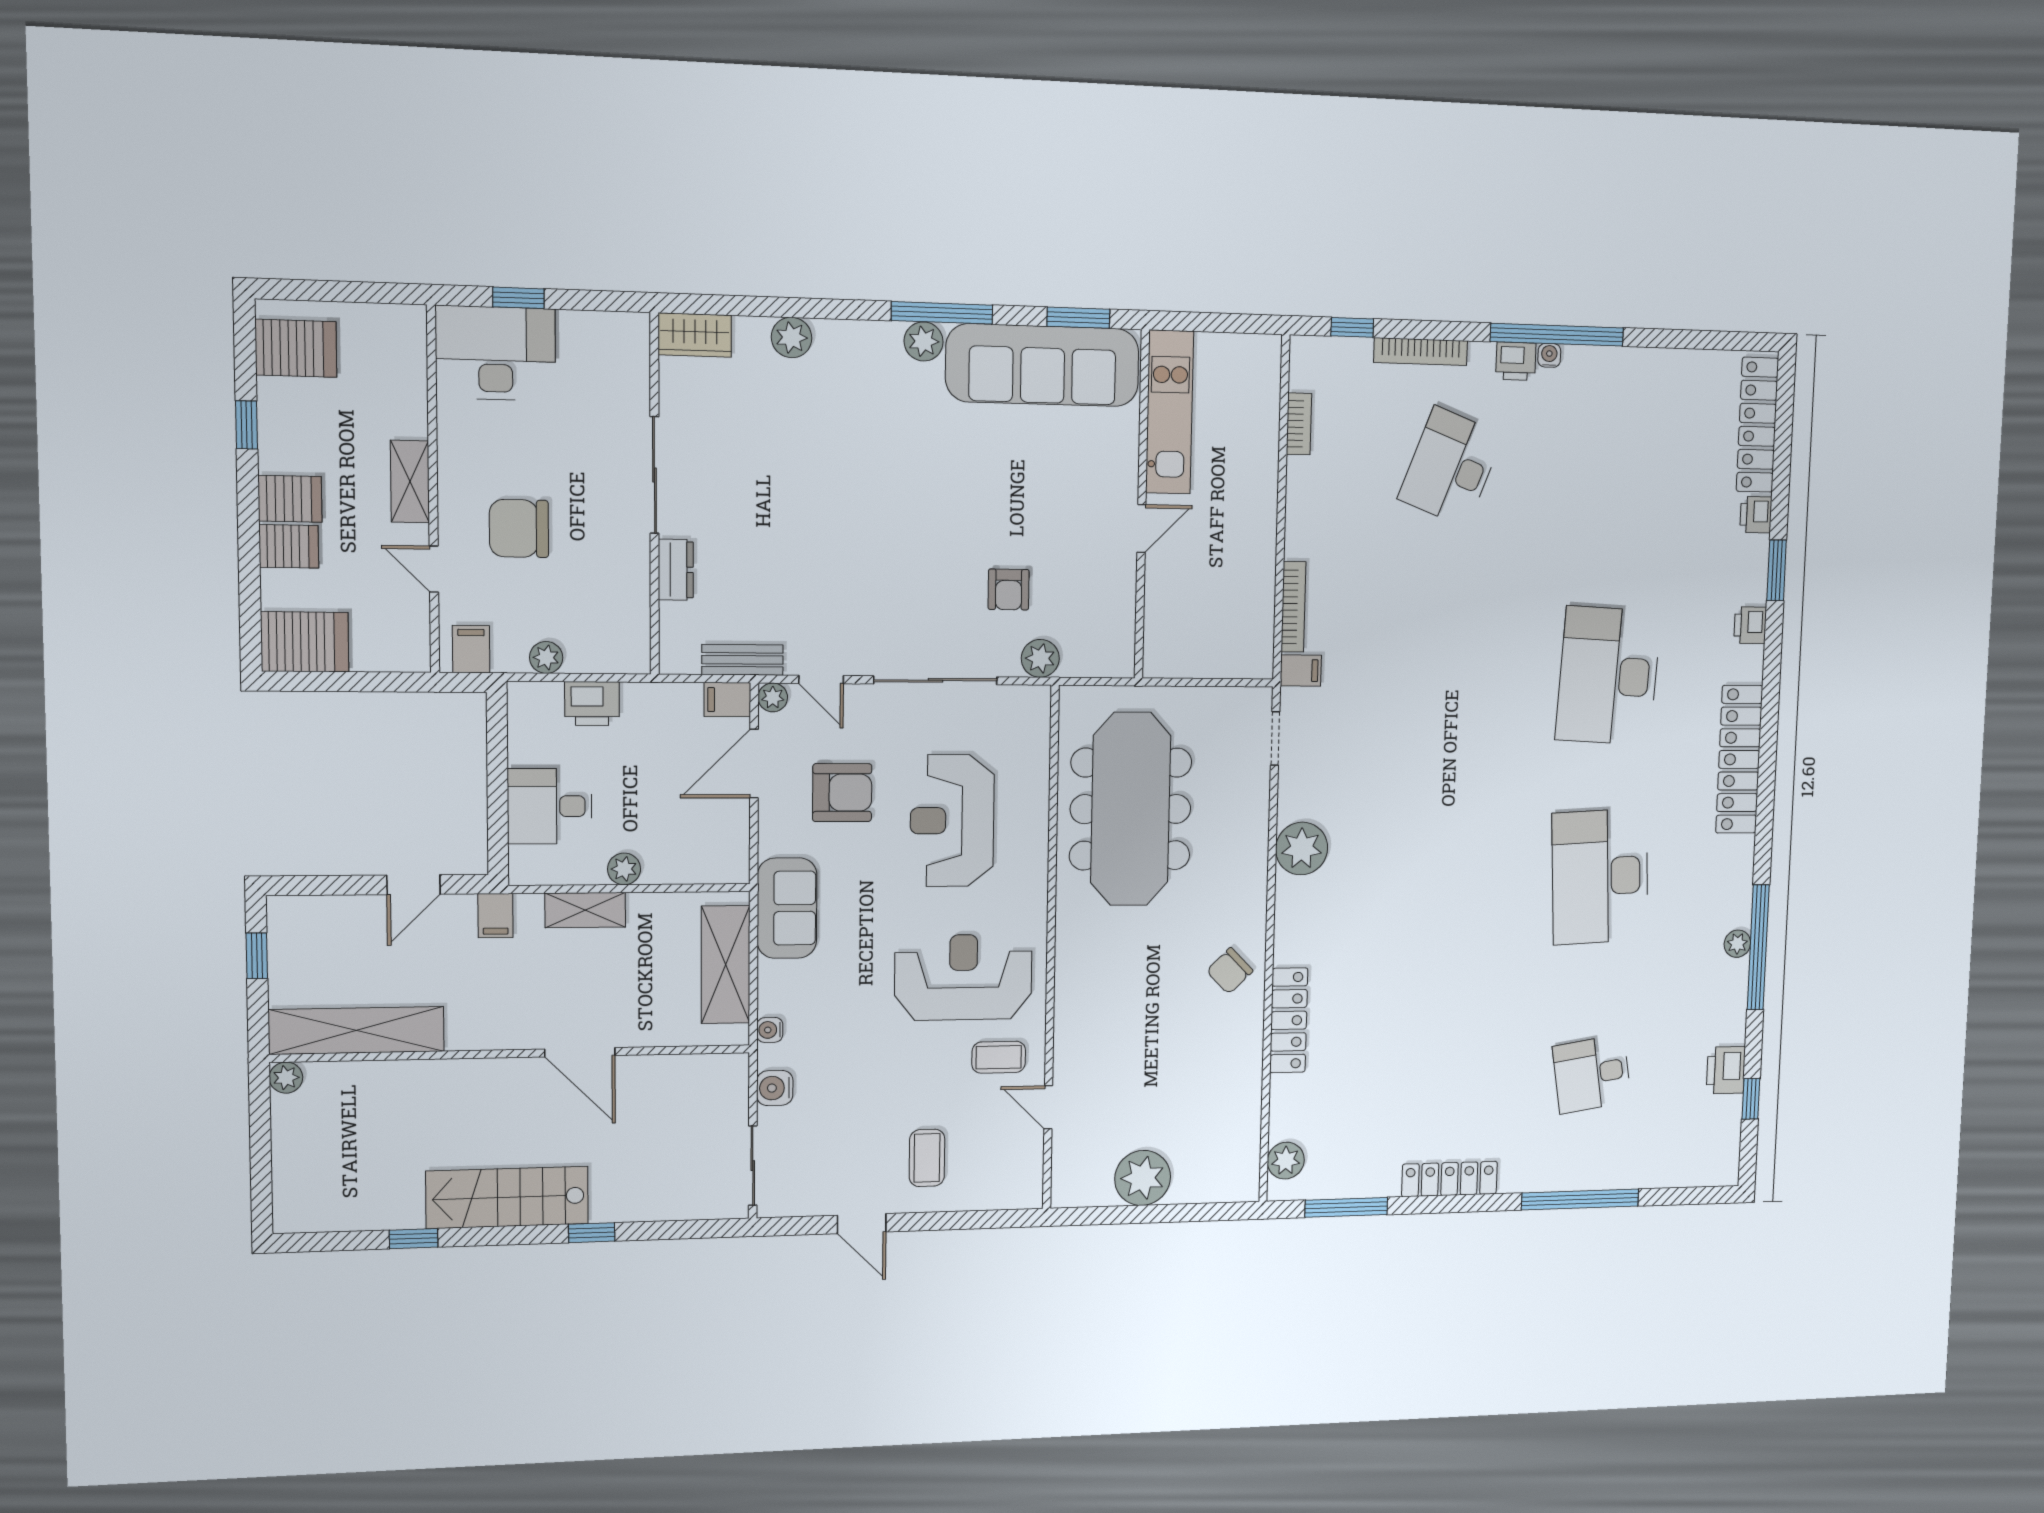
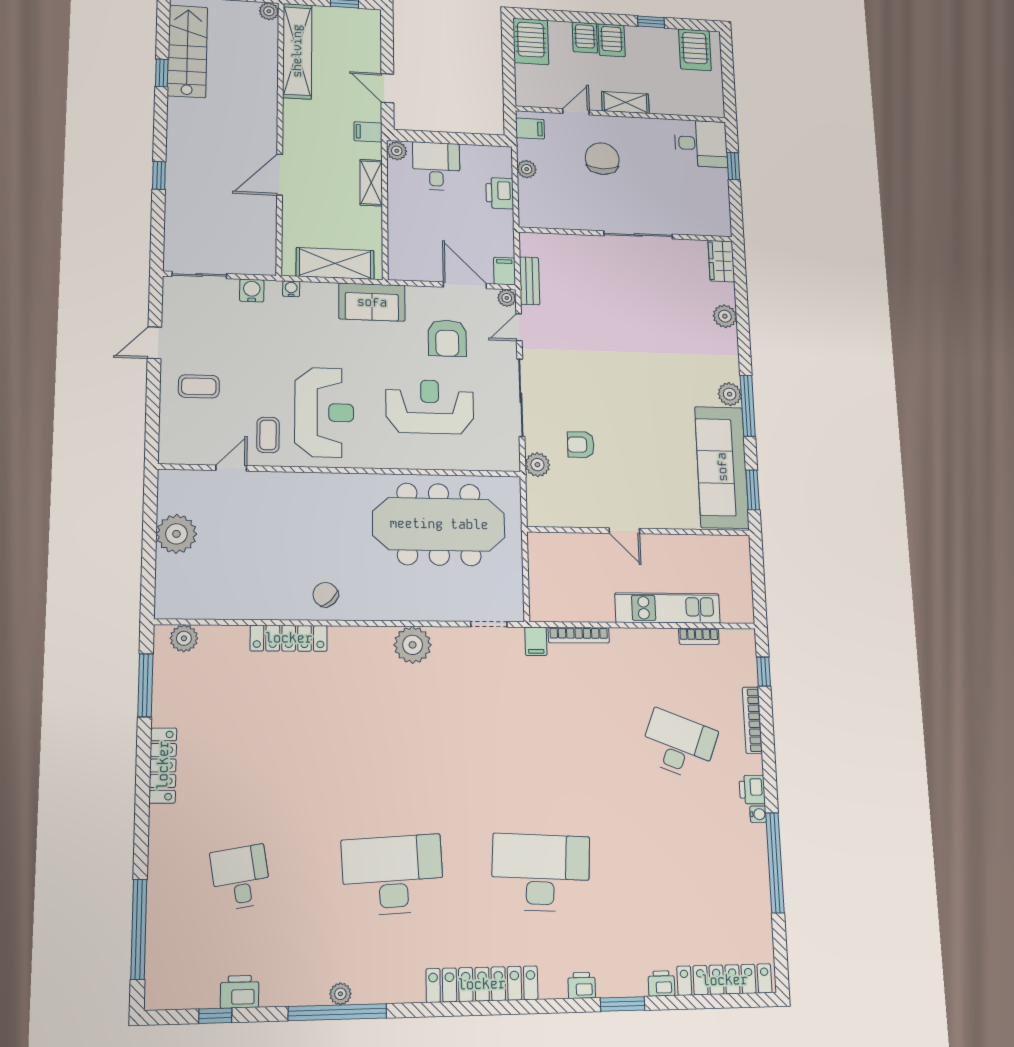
window: (1557, 335) -> (775, 863), moved
desk: (496, 353) -> (701, 144), width x0.73
kitchen unit: (1170, 412) -> (668, 608), moved, turned 180
dresser: (676, 570) -> (583, 245), removed
plant: (624, 869) -> (397, 151), moved
stairs: (507, 1197) -> (187, 51), moved
window: (1580, 1200) -> (139, 929), moved

